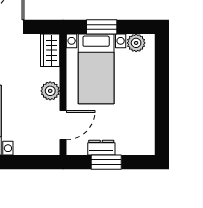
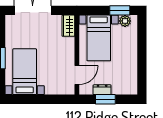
window: (102, 27) -> (120, 10), moved
plant: (50, 91) -> (69, 52), removed

